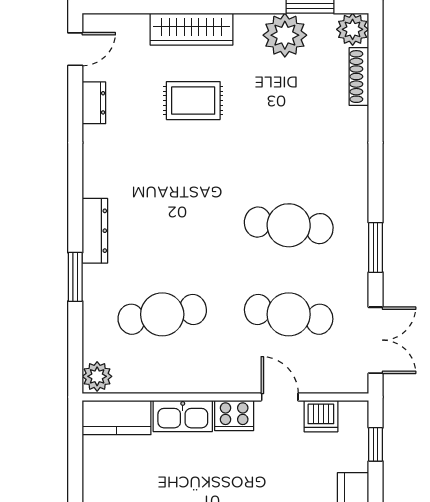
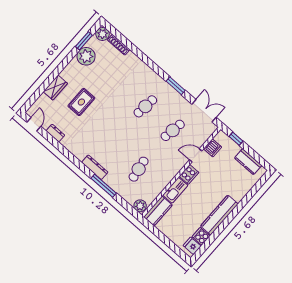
wardrobe: (192, 29) -> (55, 88), width x0.67
cafe table: (289, 225) -> (145, 106), width x0.73, depth x0.74
window: (75, 277) -> (104, 186), width x1.44
cafe table: (162, 314) -> (139, 169), width x0.73, depth x0.74
cafe table: (289, 314) -> (173, 130), width x0.73, depth x0.74

